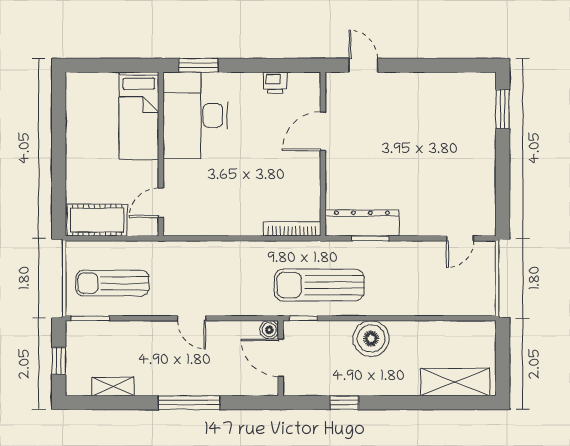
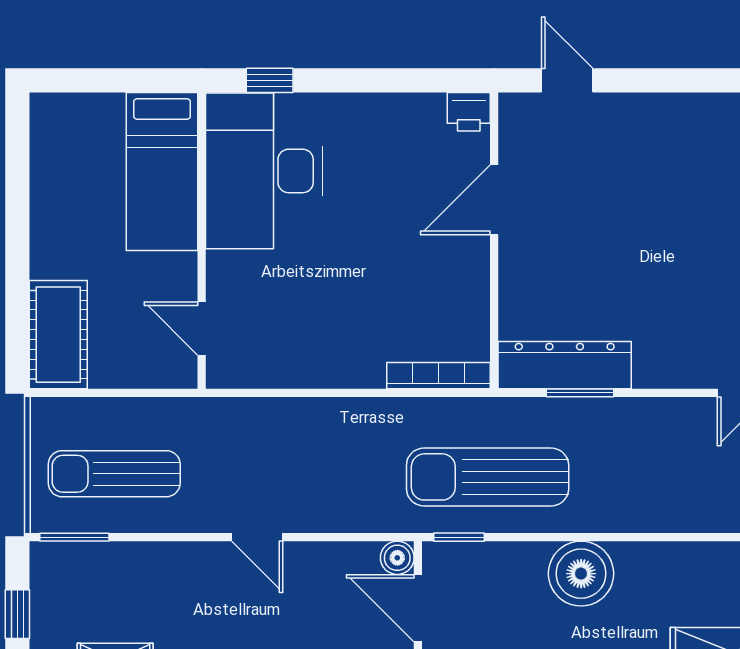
window: (198, 65) -> (270, 80), width x0.67
printer: (275, 83) -> (469, 112), moved
door: (161, 203) -> (202, 329), hinge flipped
cot: (97, 220) -> (58, 335), moved, turned 90

